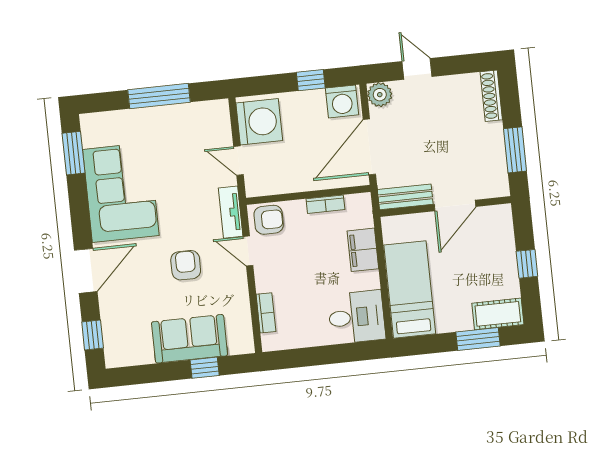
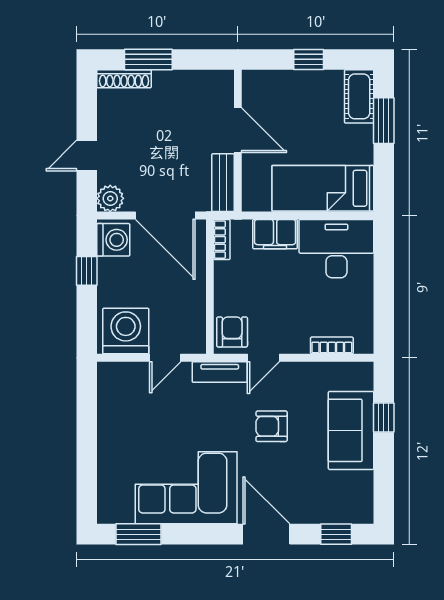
window: (159, 96) -> (87, 436), removed
window: (515, 150) -> (148, 59), moved
bookcase: (325, 204) -> (222, 240), moved
desk: (356, 317) -> (336, 249), width x1.37

